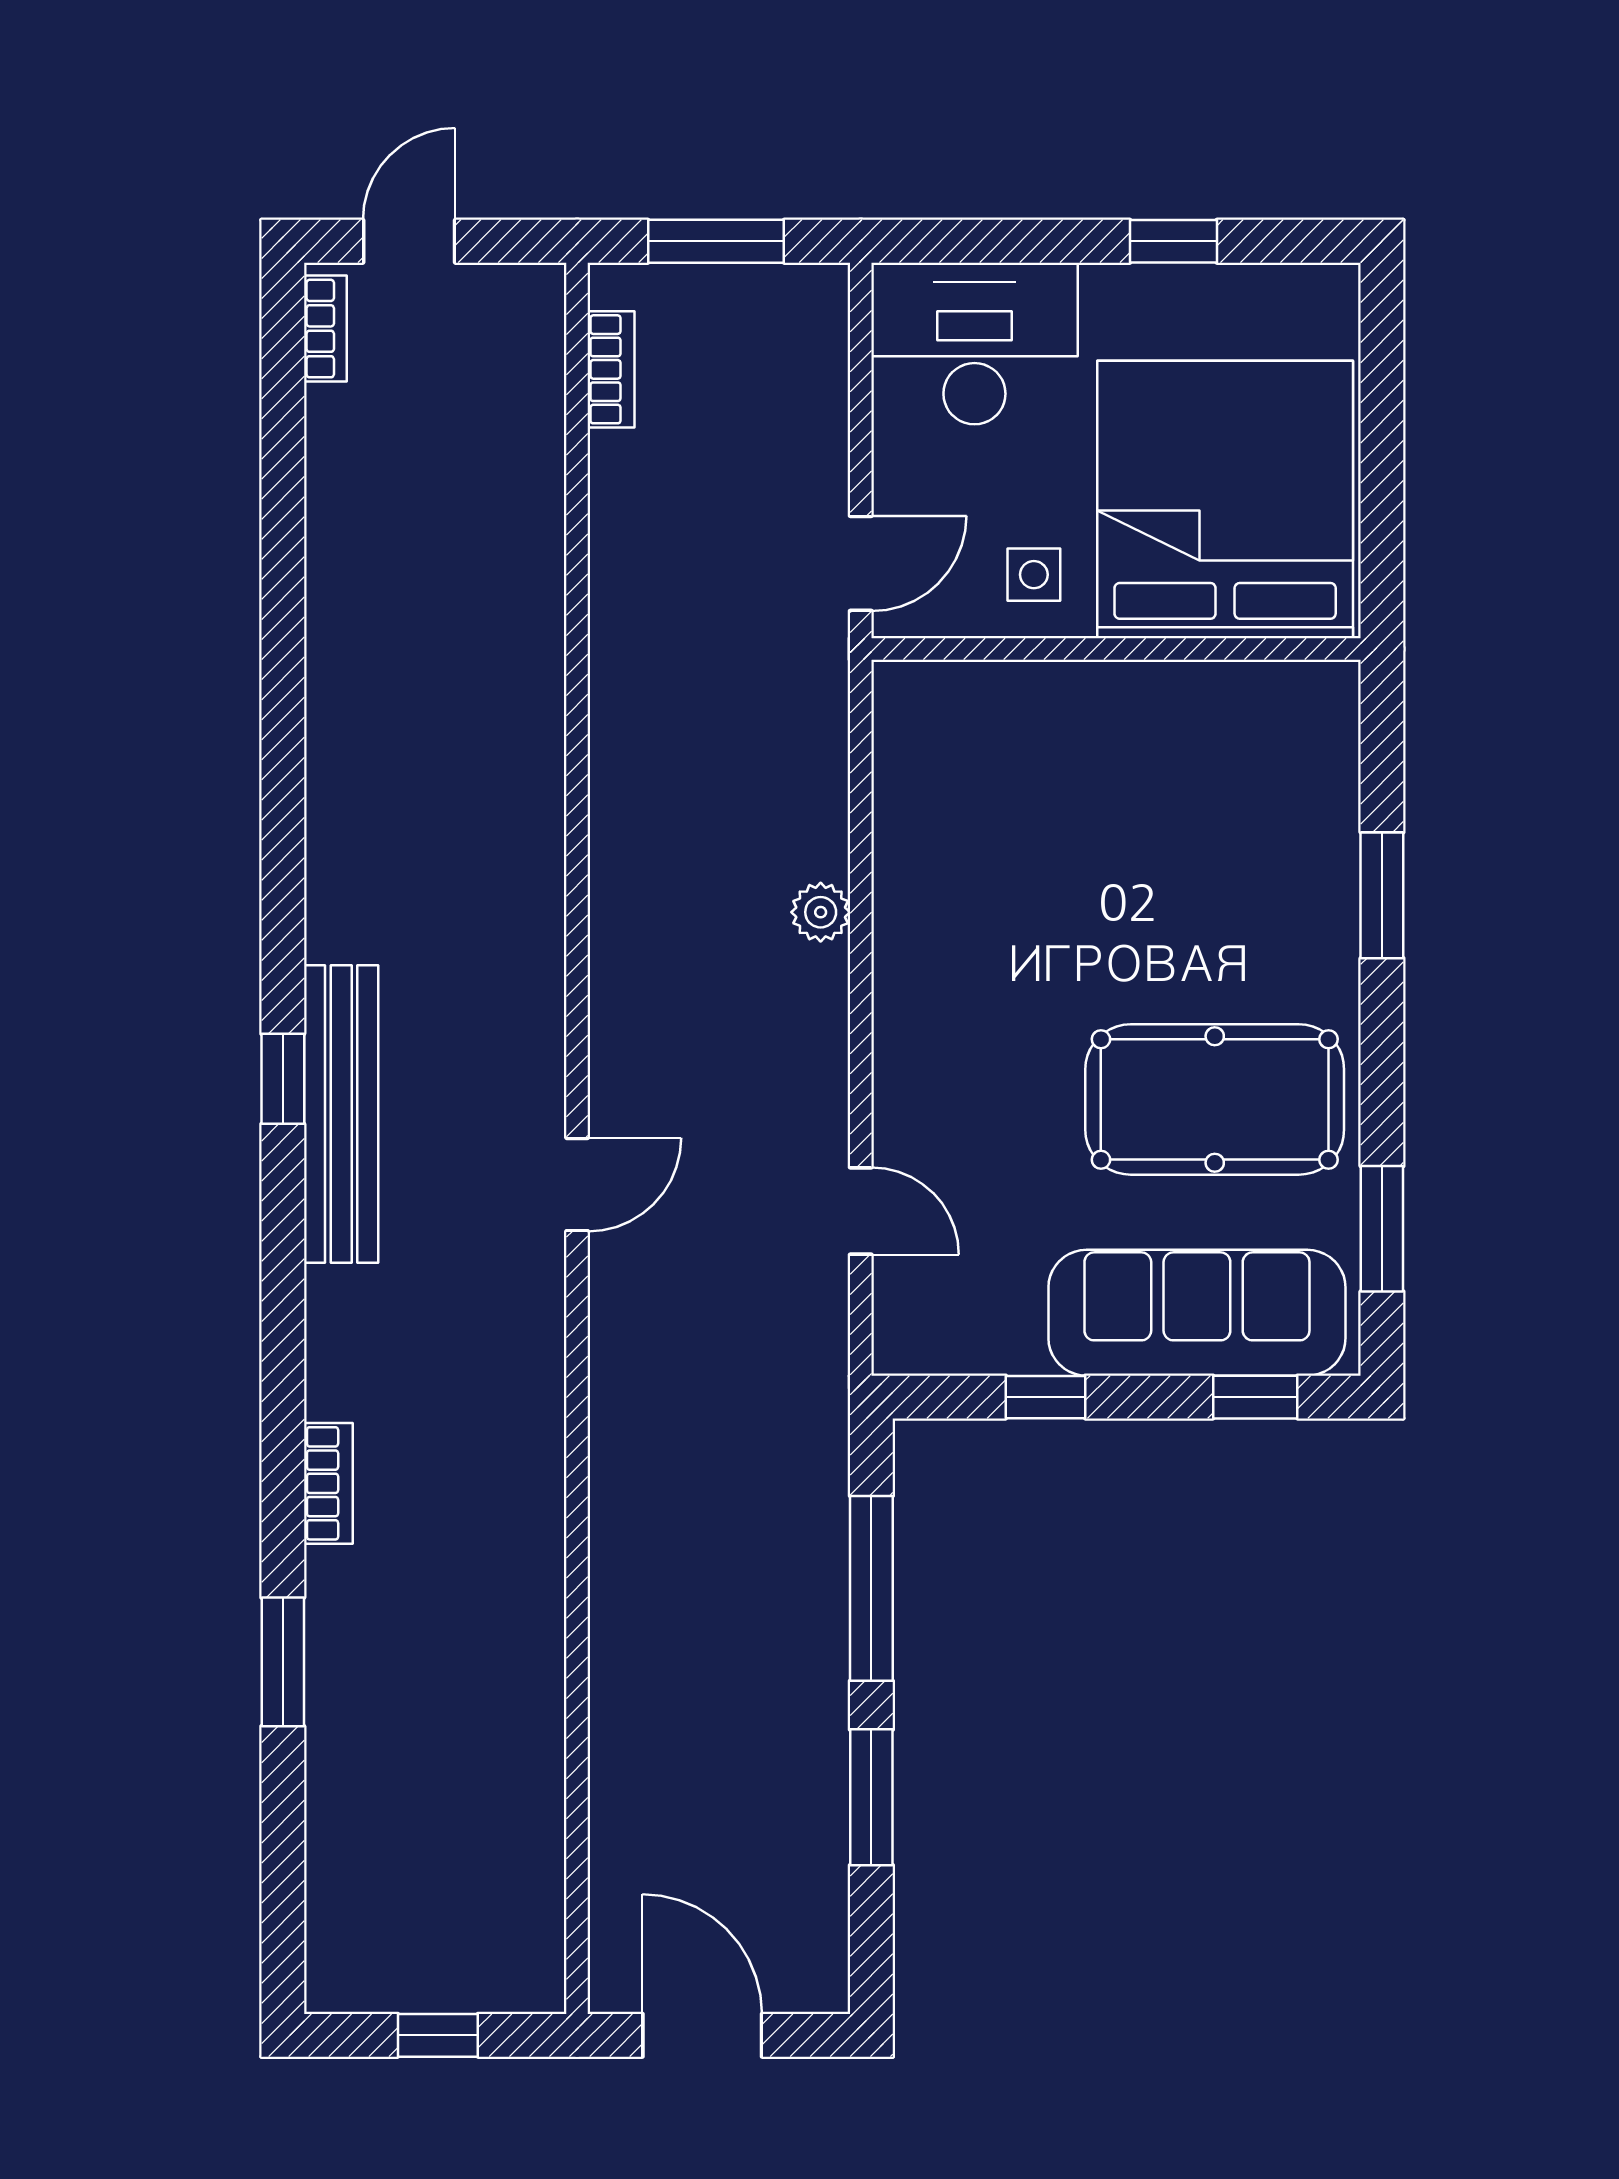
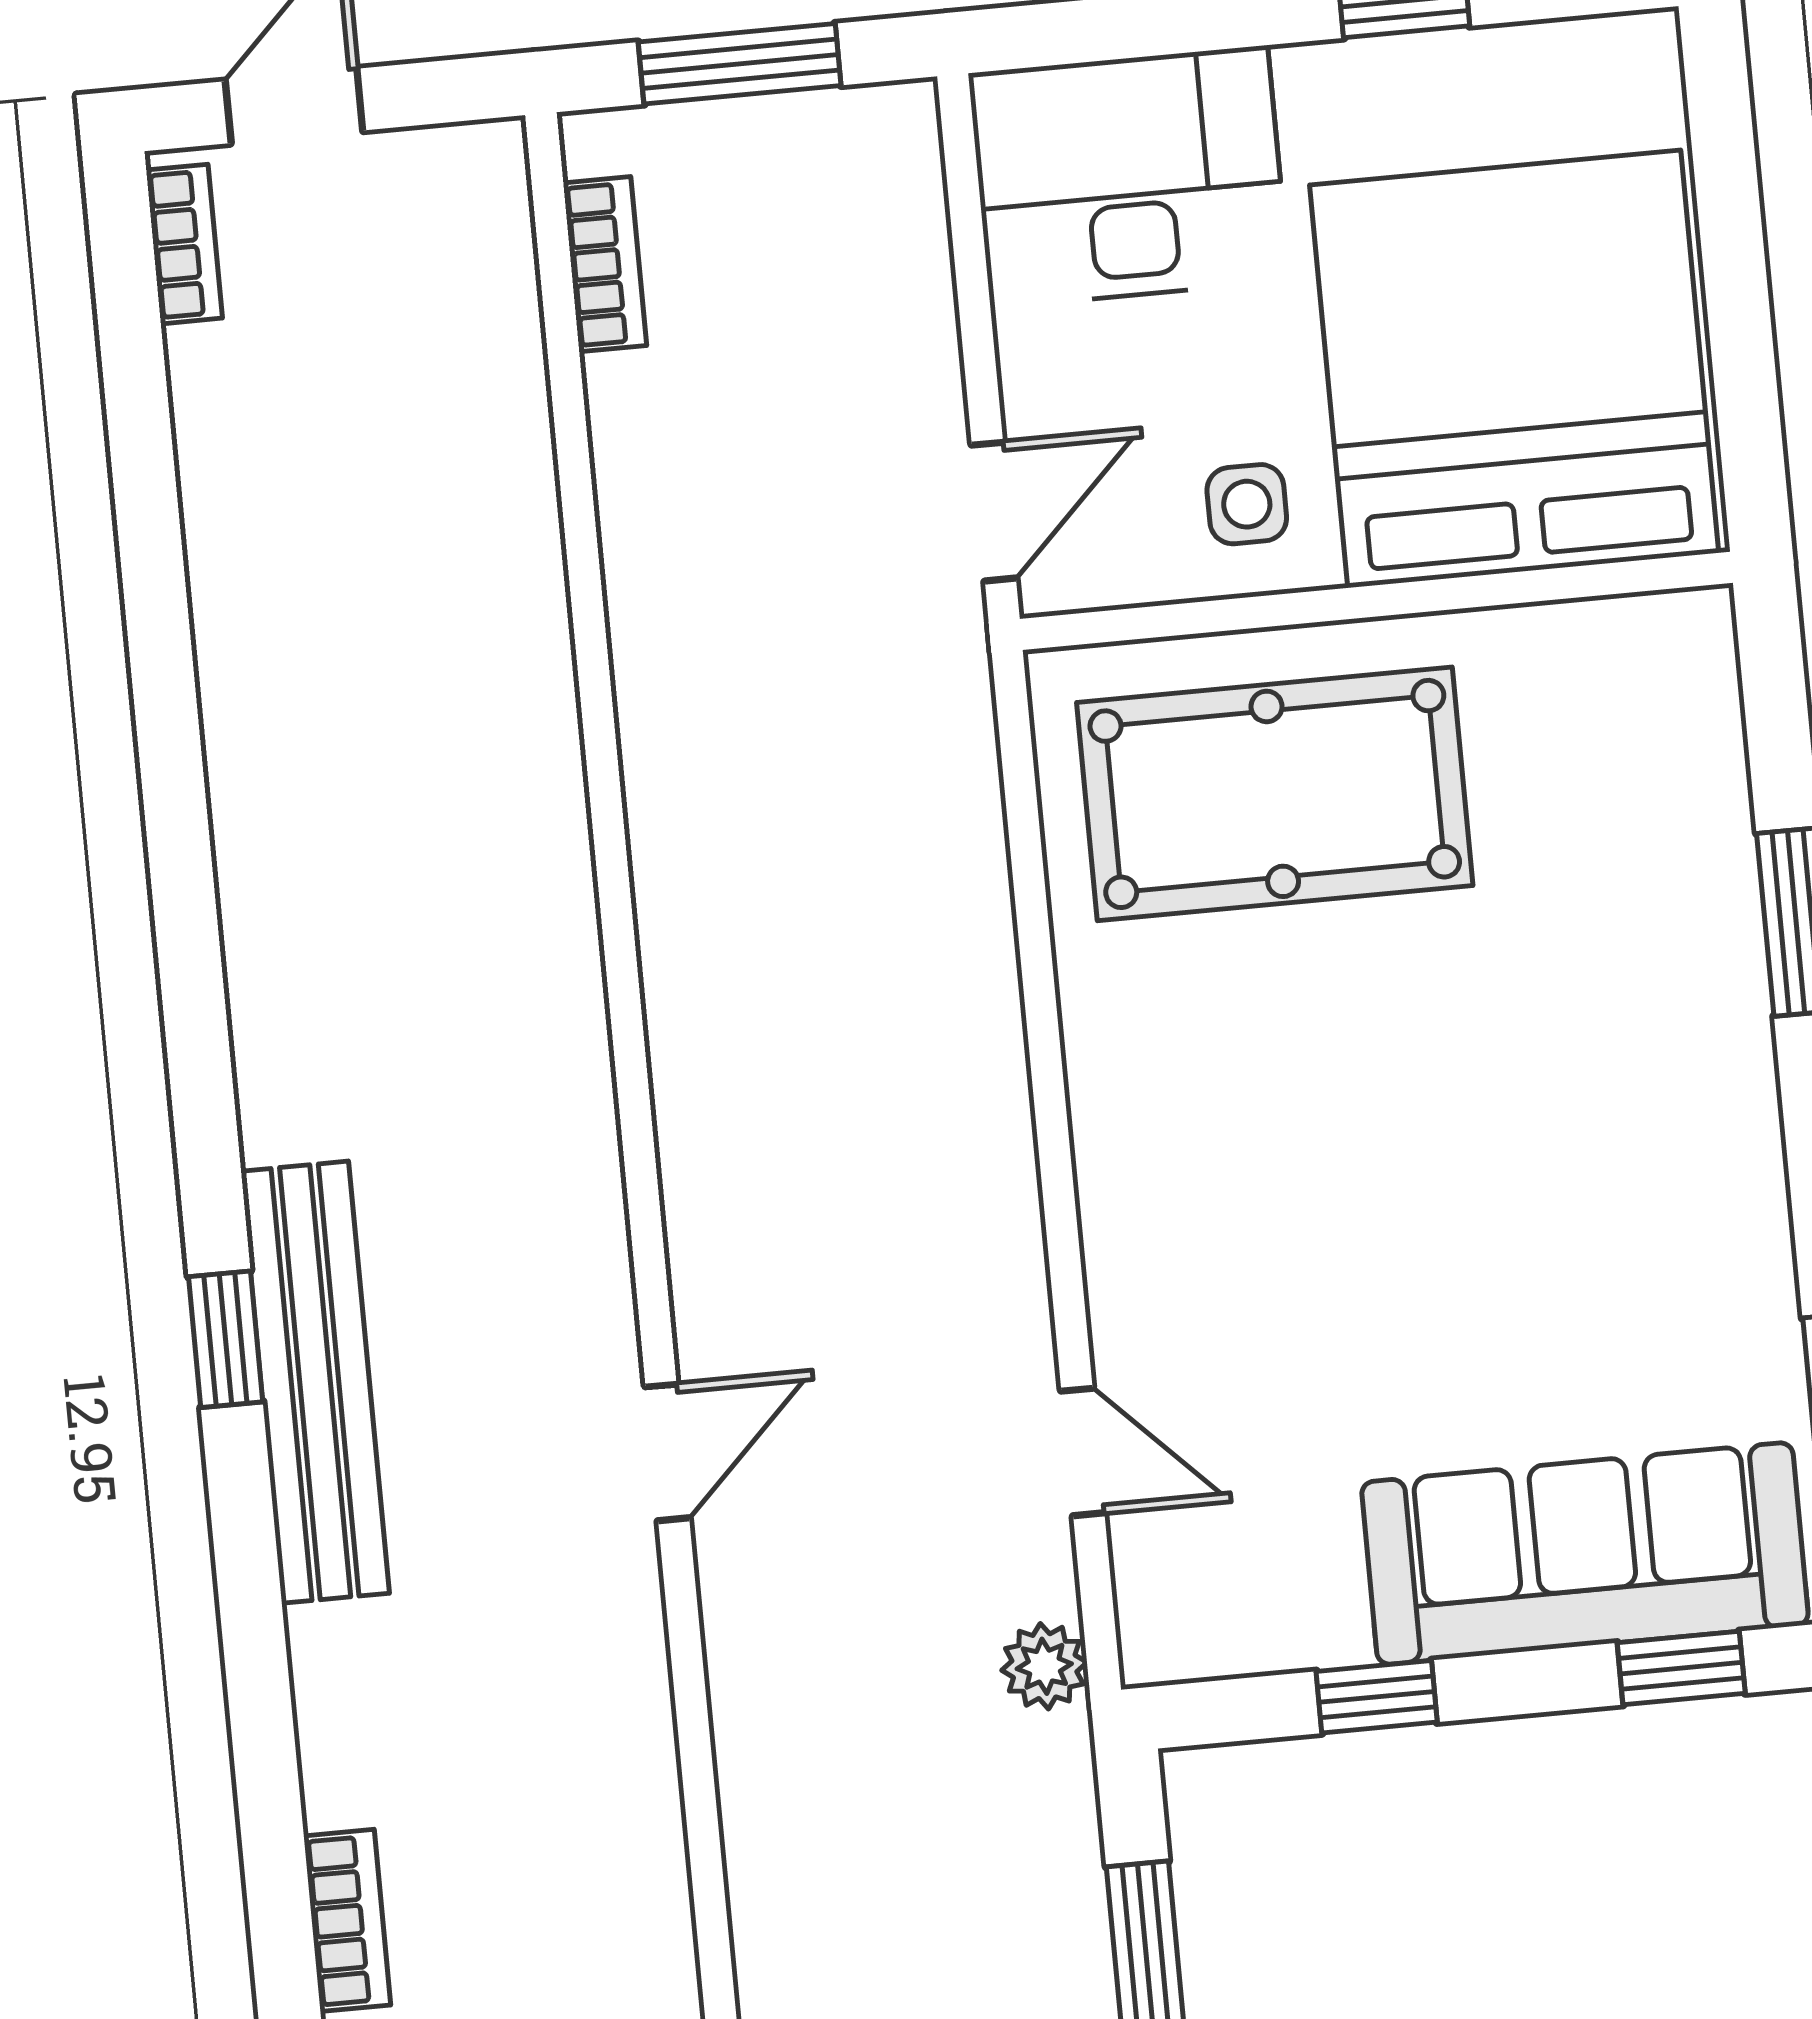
plant: (821, 912) -> (1044, 1666), moved
pool table: (1215, 1099) -> (1275, 794), moved

